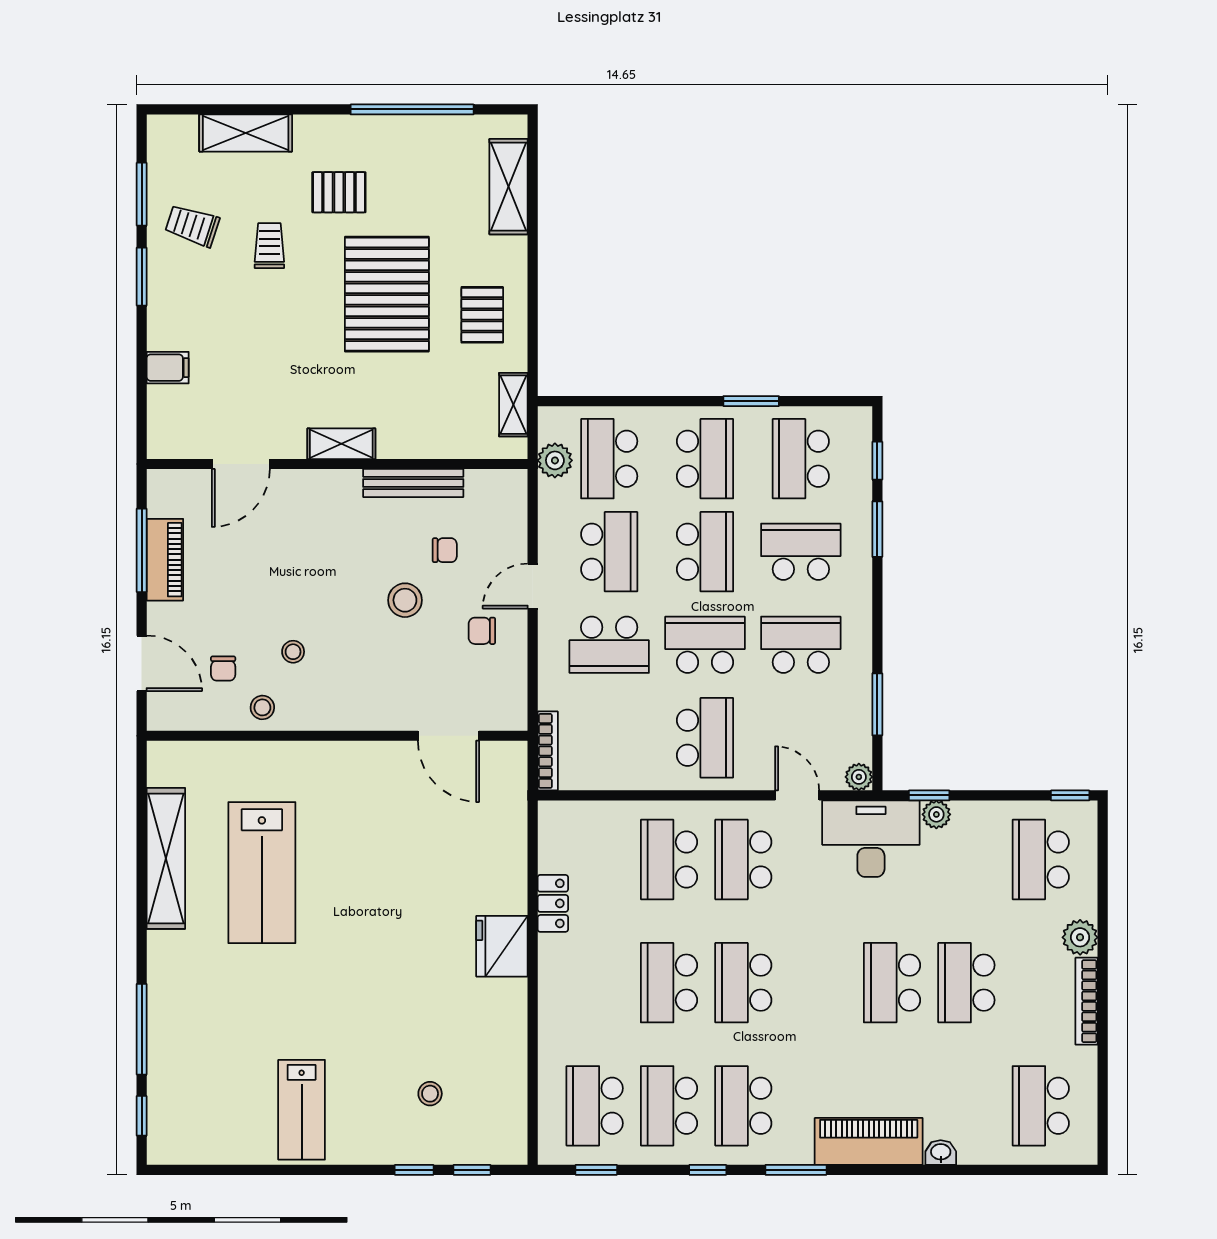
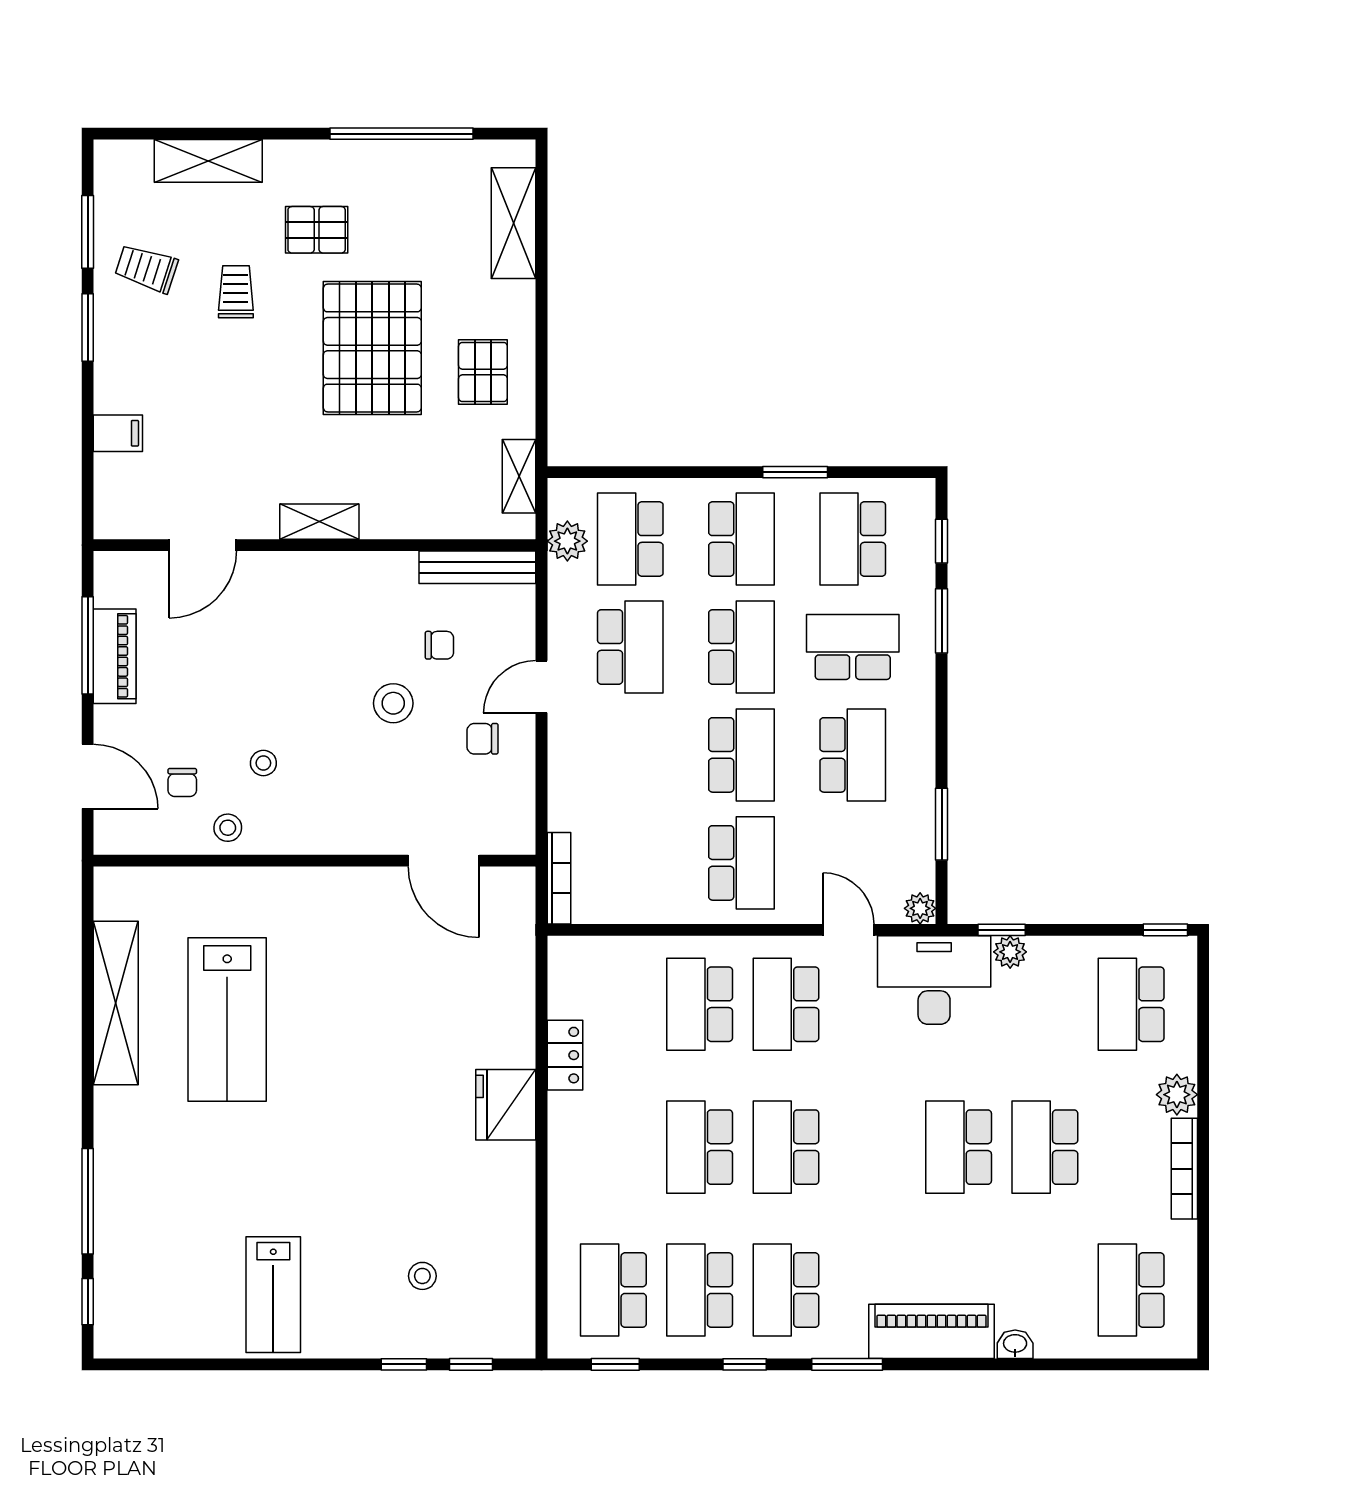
bench: (413, 483) -> (477, 567), moved
school desk: (609, 645) -> (630, 755), removed
school desk: (705, 645) -> (742, 755), turned 90
school desk: (801, 645) -> (853, 755), turned 90

